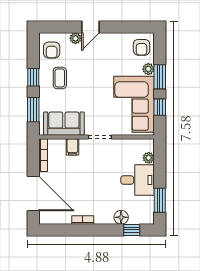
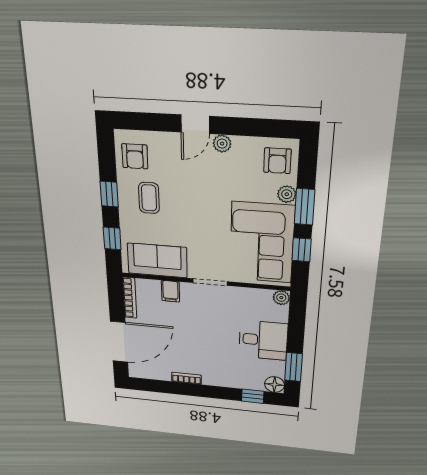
plant: (75, 38) -> (222, 144), moved
window: (33, 110) -> (112, 238), width x0.67
plant: (149, 158) -> (281, 298), moved
door: (33, 193) -> (119, 342), hinge flipped
floor lamp: (121, 217) -> (274, 384), moved

